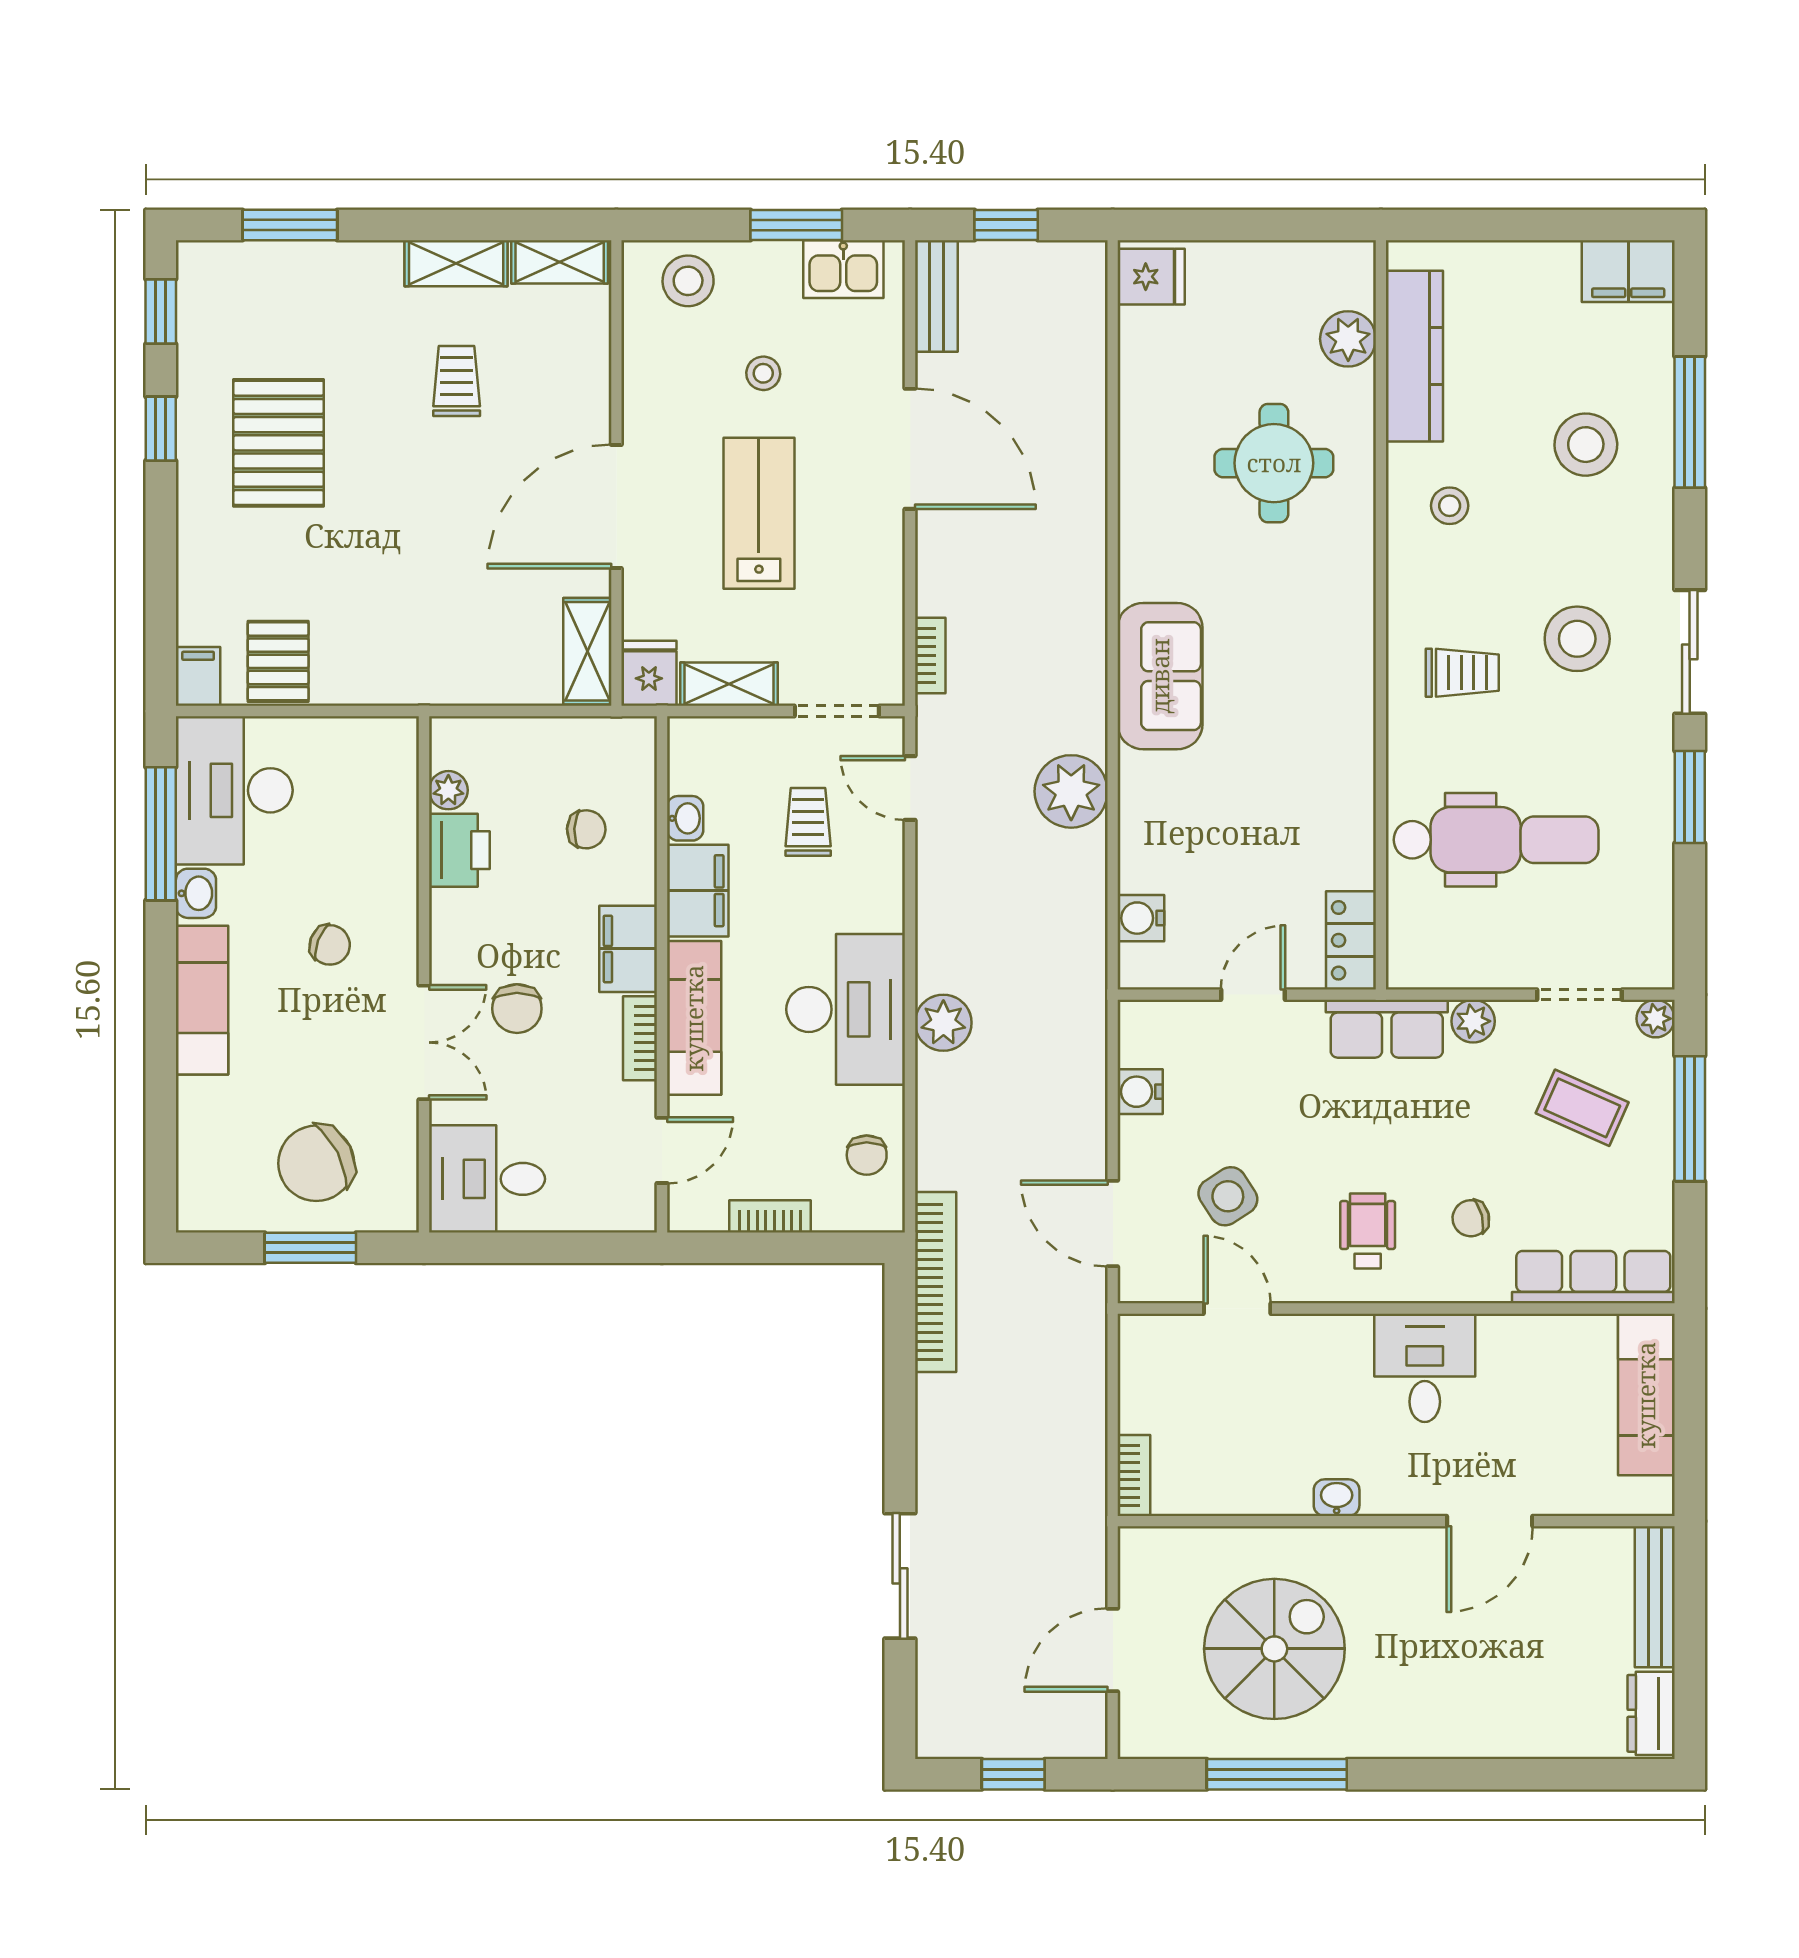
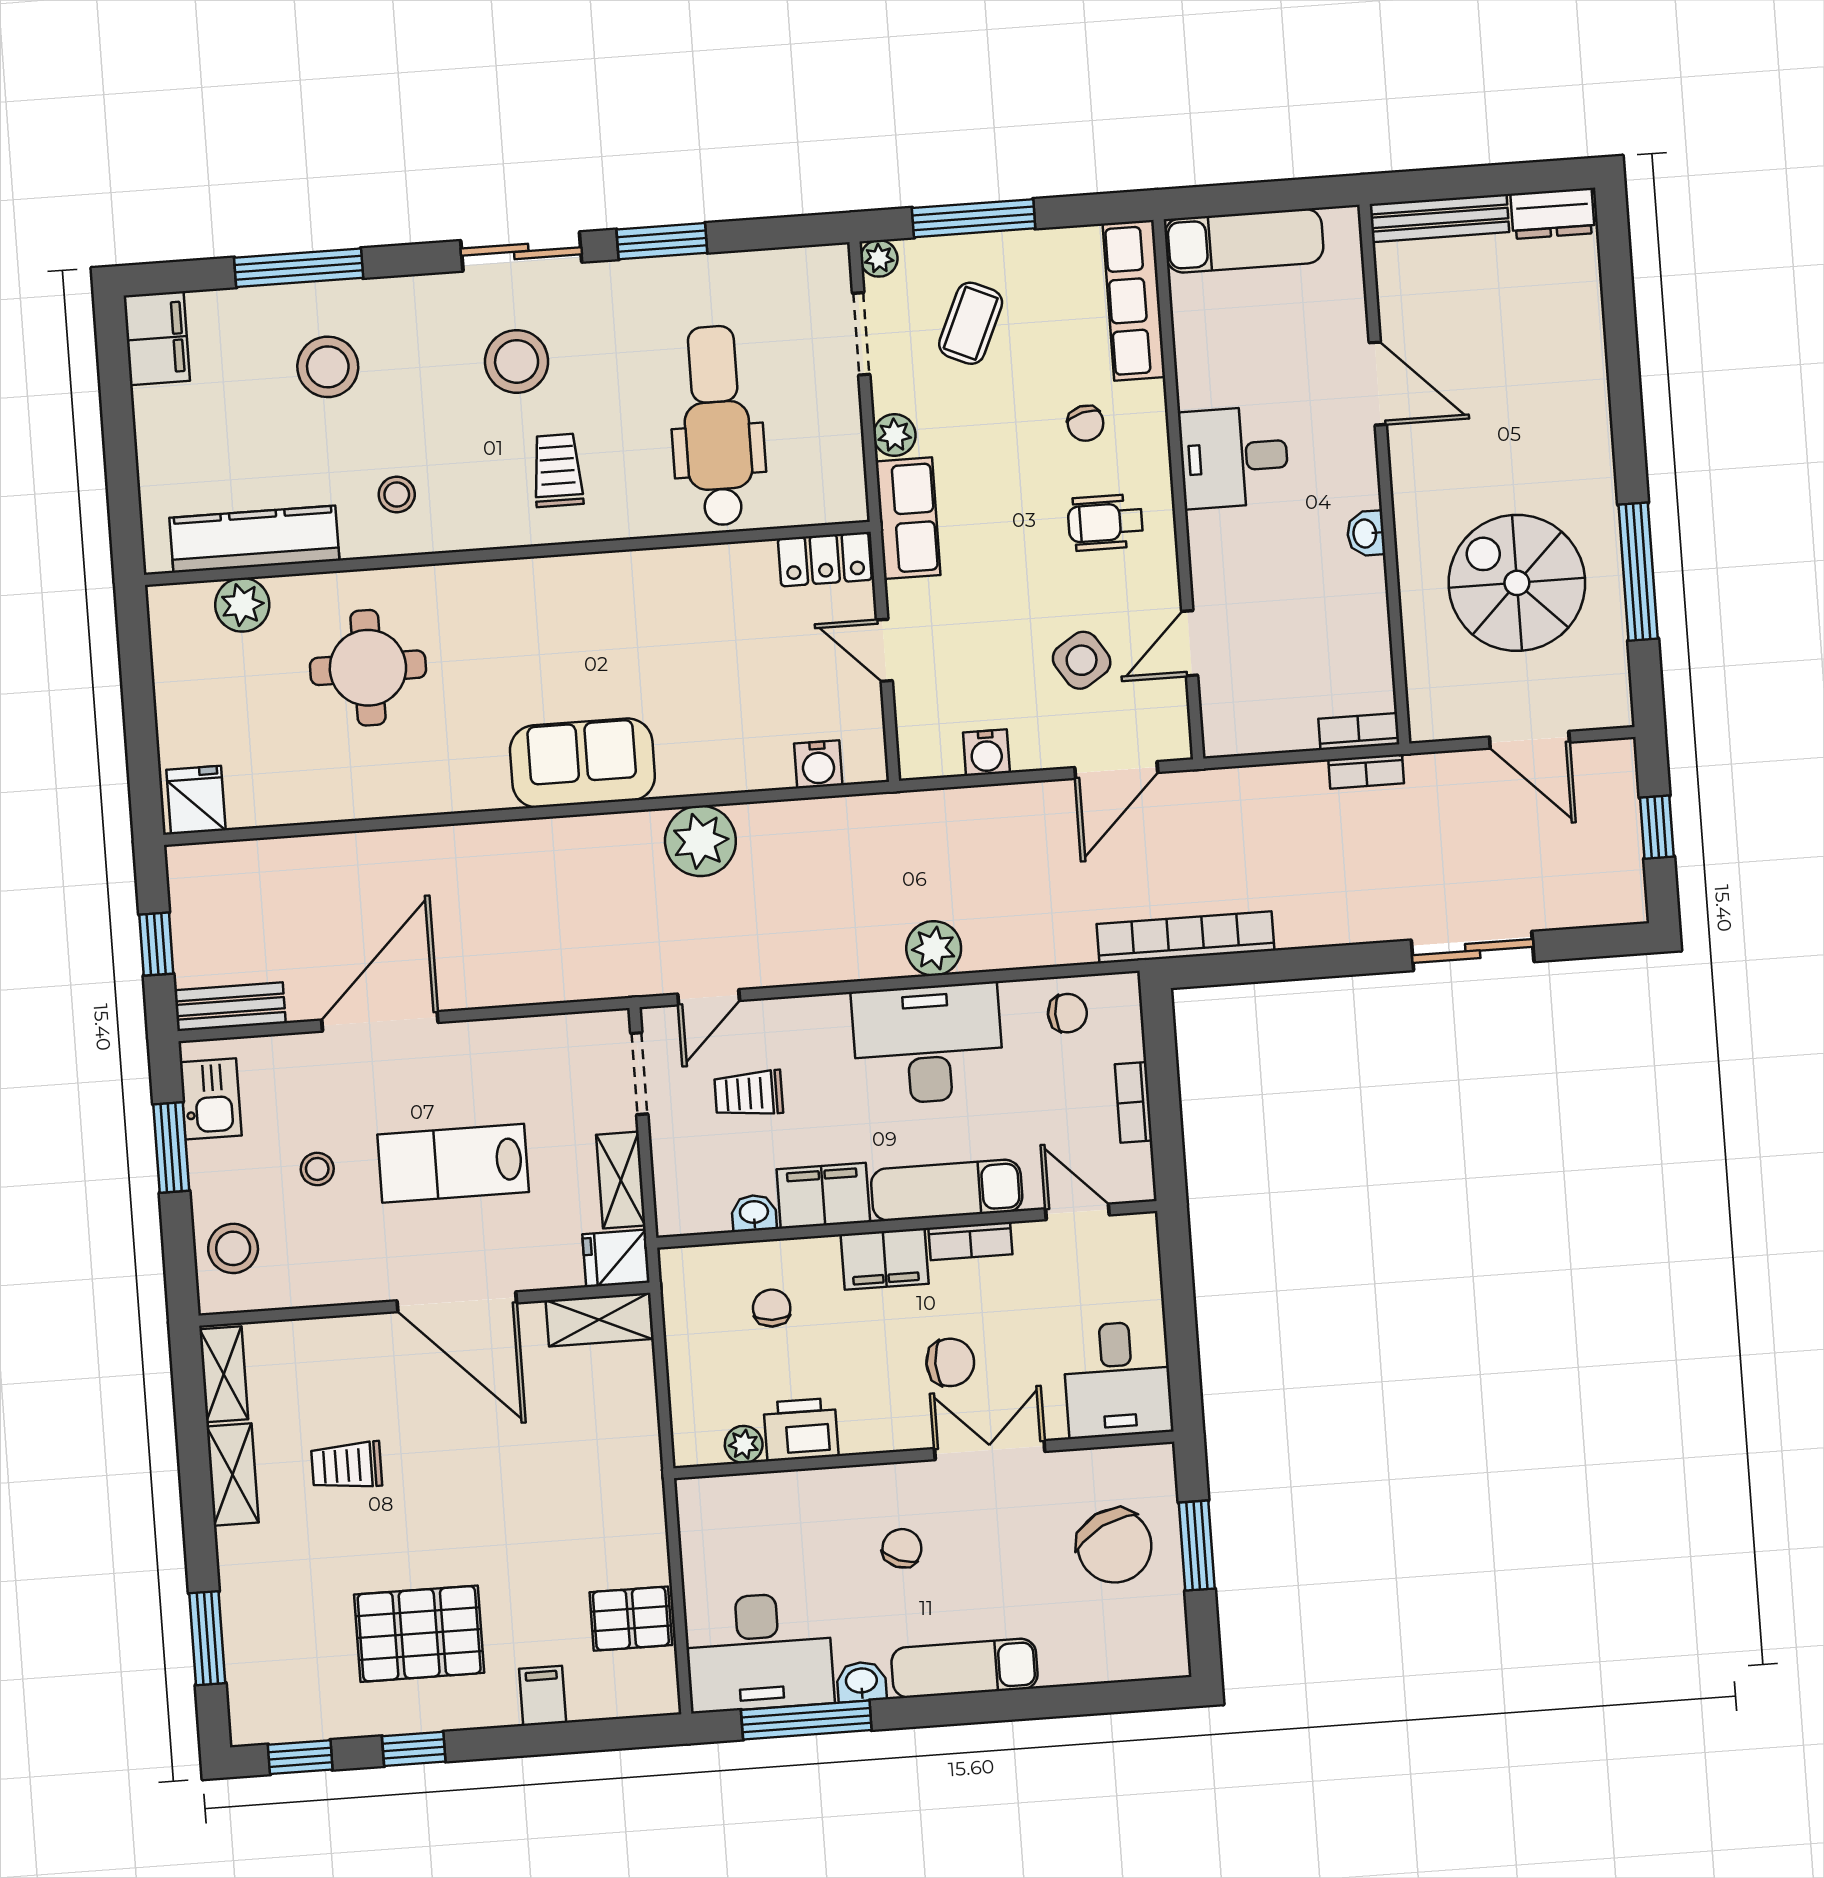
bookcase: (930, 656) -> (1366, 771), moved, turned 180
filing cabinet: (198, 676) -> (543, 1696), moved, turned 90

